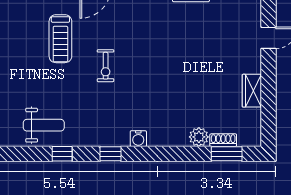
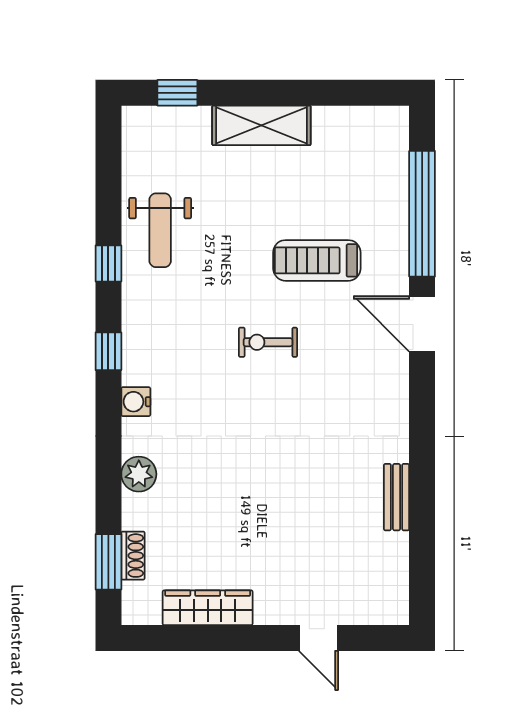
wardrobe: (252, 91) -> (208, 608), width x1.50
plant: (199, 137) -> (139, 474), moved

